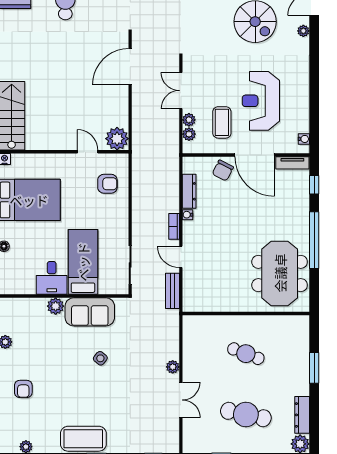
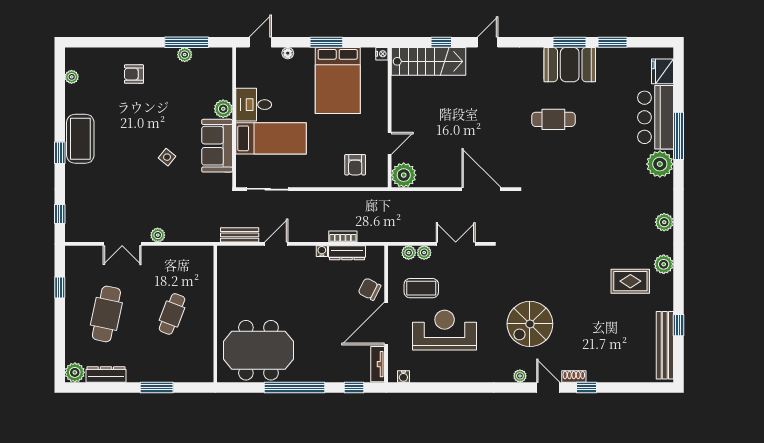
bookcase: (174, 226) -> (343, 237), moved

